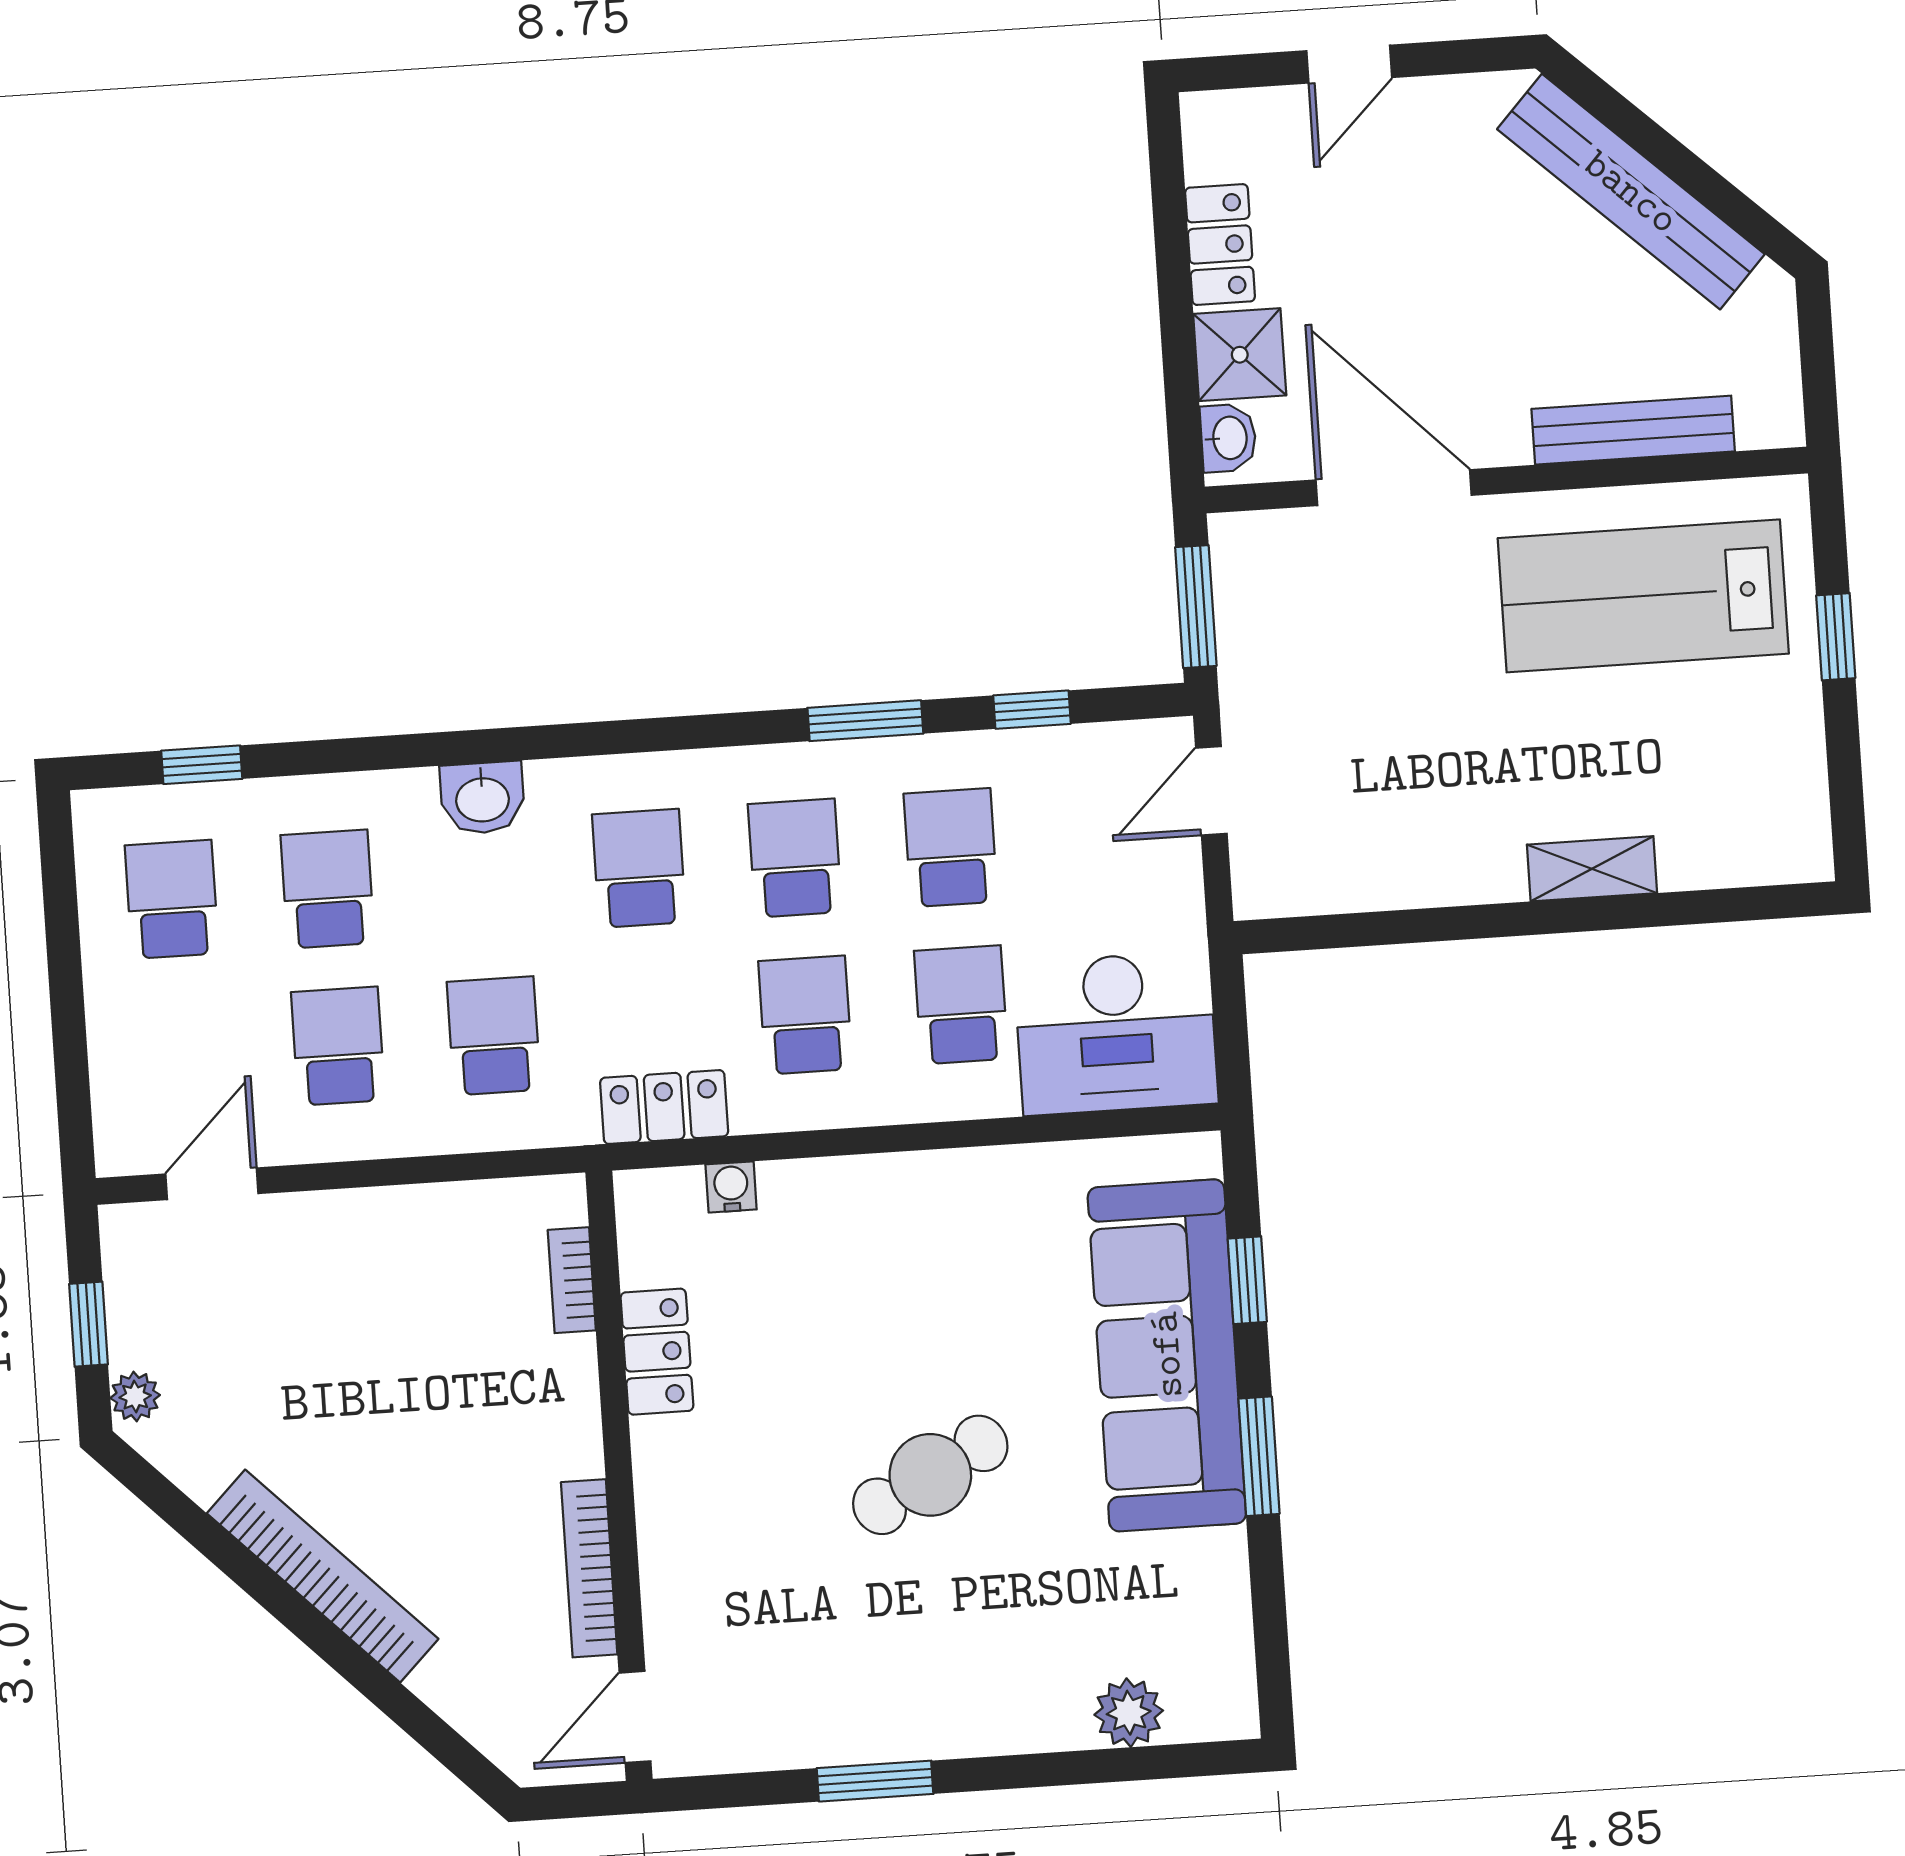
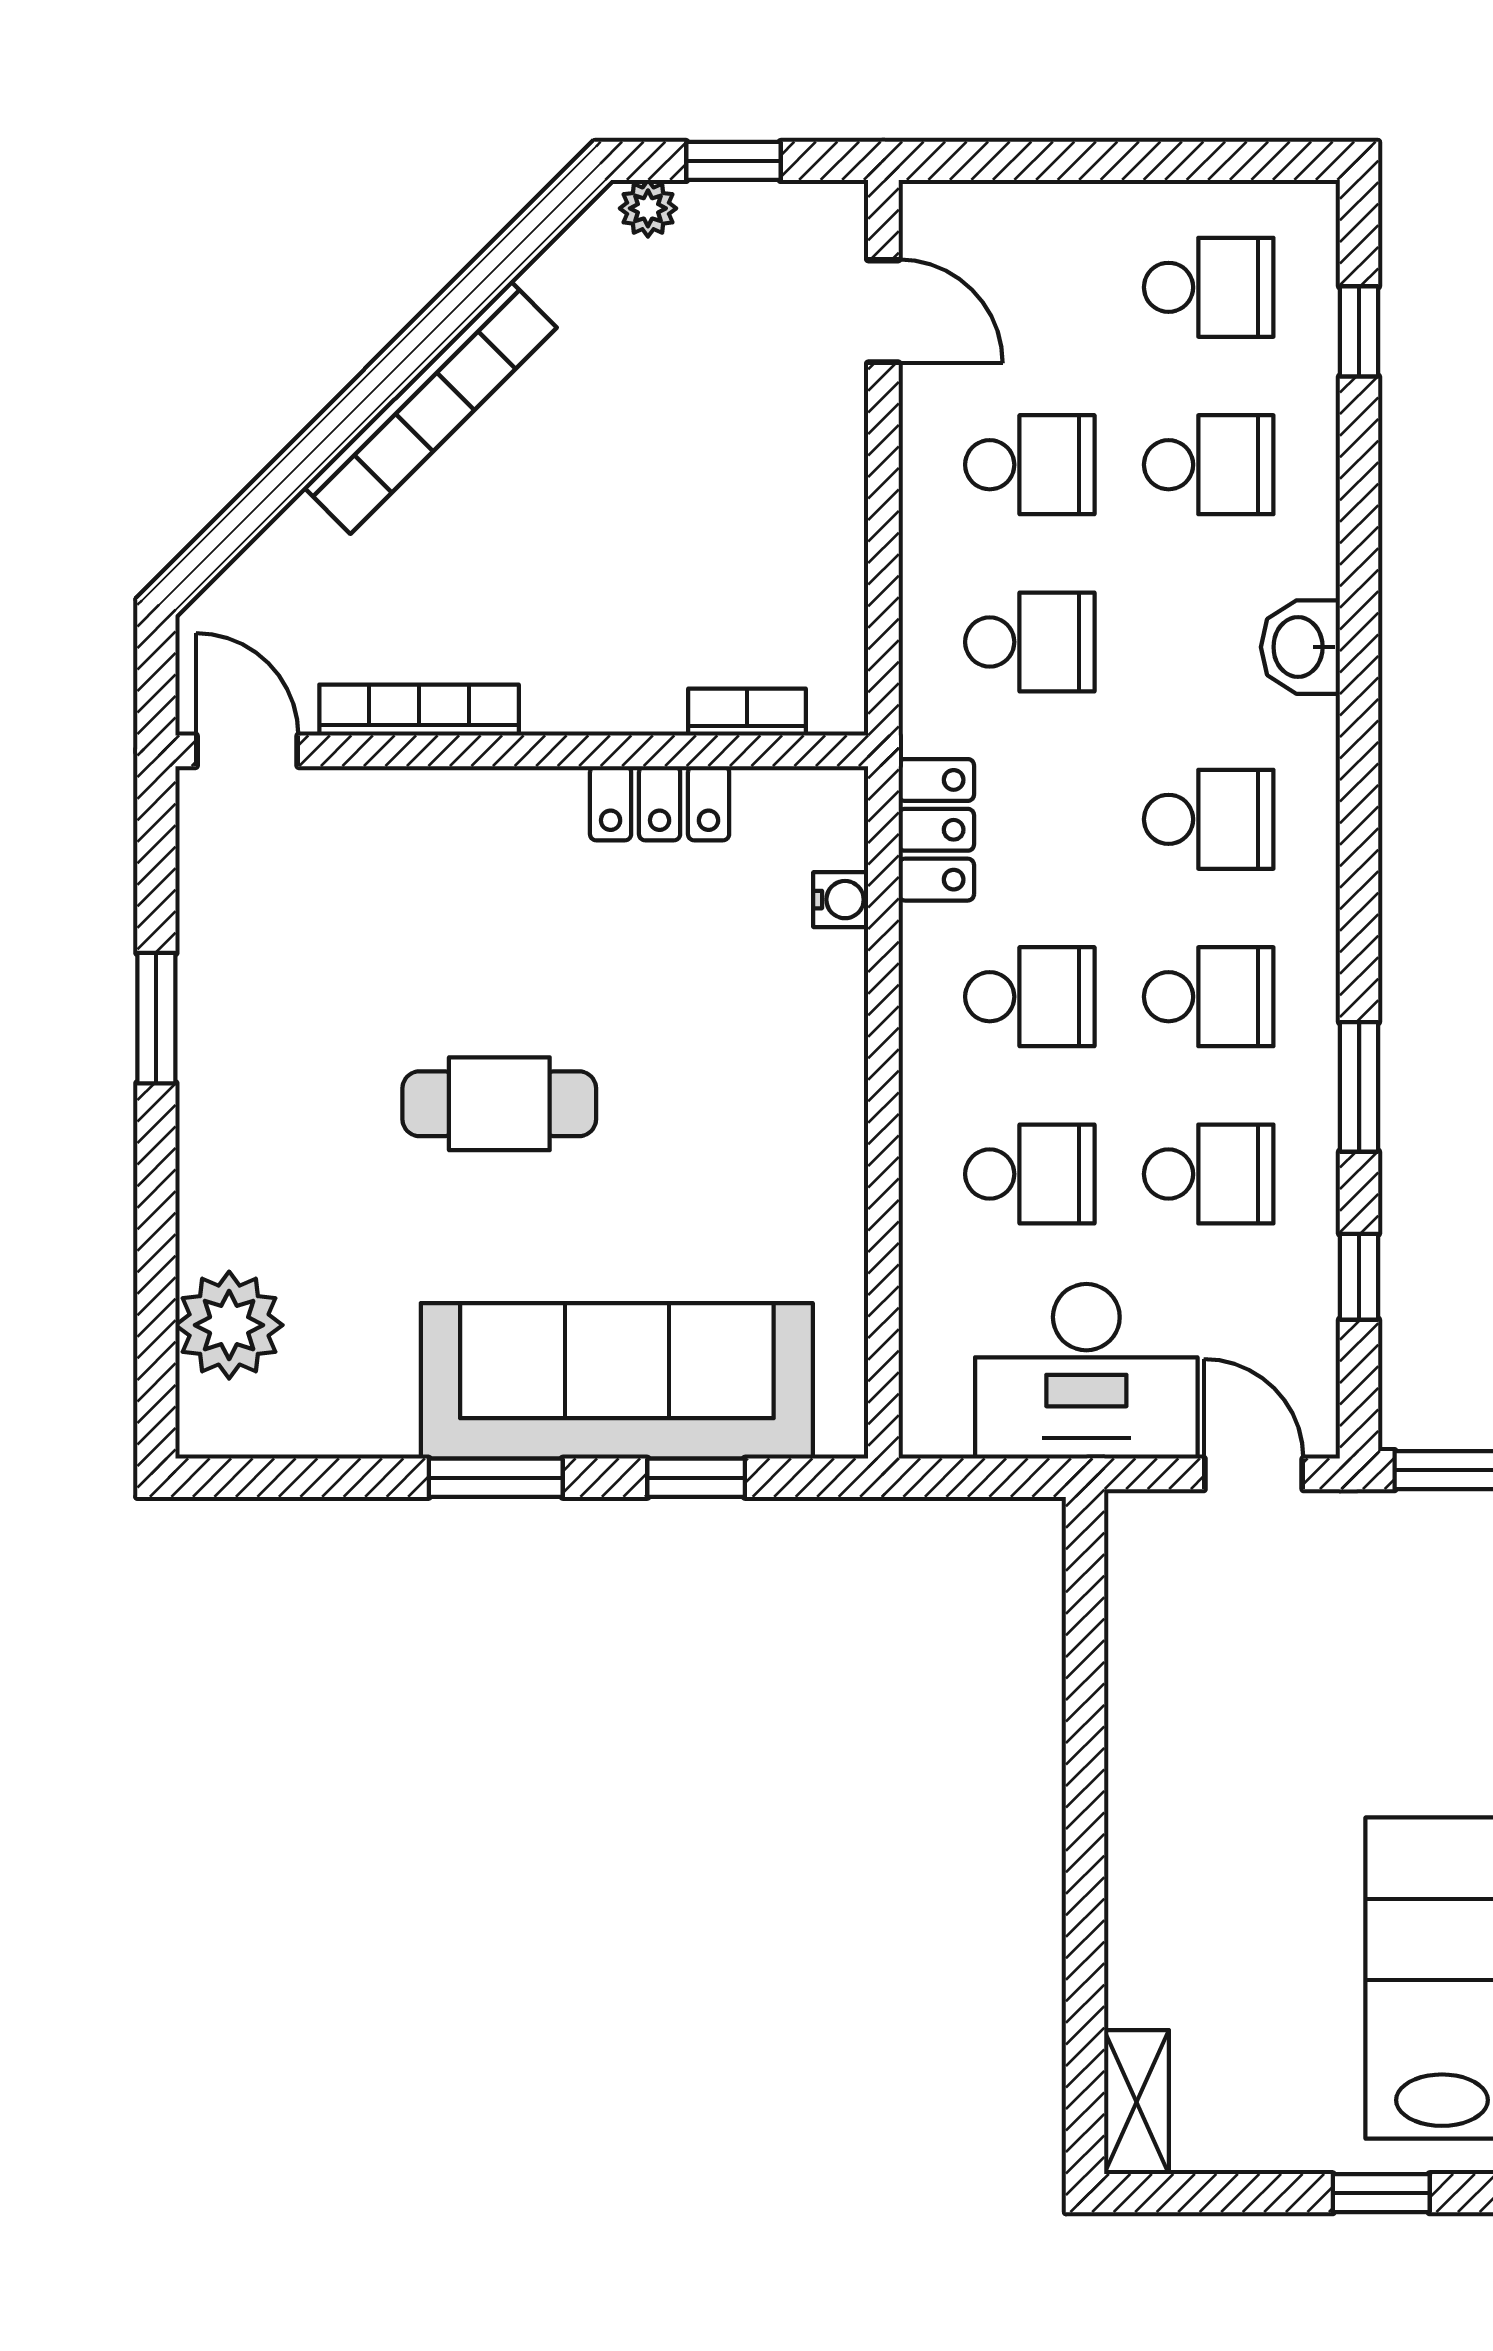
shelving: (1592, 869) -> (1136, 2102), moved
desk: (1116, 1033) -> (1086, 1371), moved, turned -90
cafe table: (930, 1475) -> (499, 1104), turned -62
plant: (1129, 1713) -> (229, 1325), width x1.36, depth x1.36

